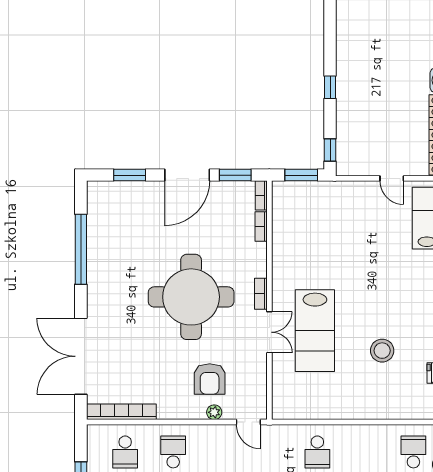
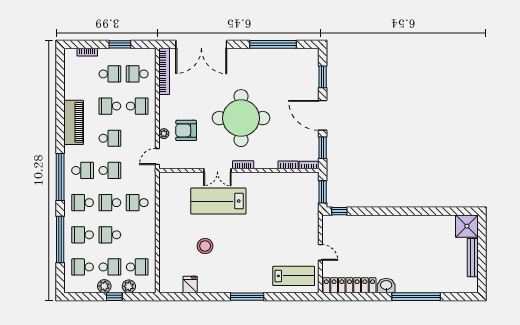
window: (330, 87) -> (381, 211), removed
door: (392, 178) -> (320, 252), swing flipped
double door: (81, 356) -> (201, 44), swing flipped

